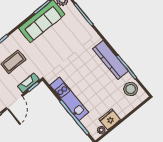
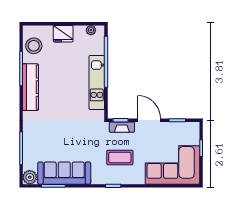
door: (14, 102) -> (149, 120), hinge flipped
fridge: (110, 119) -> (63, 34), moved

